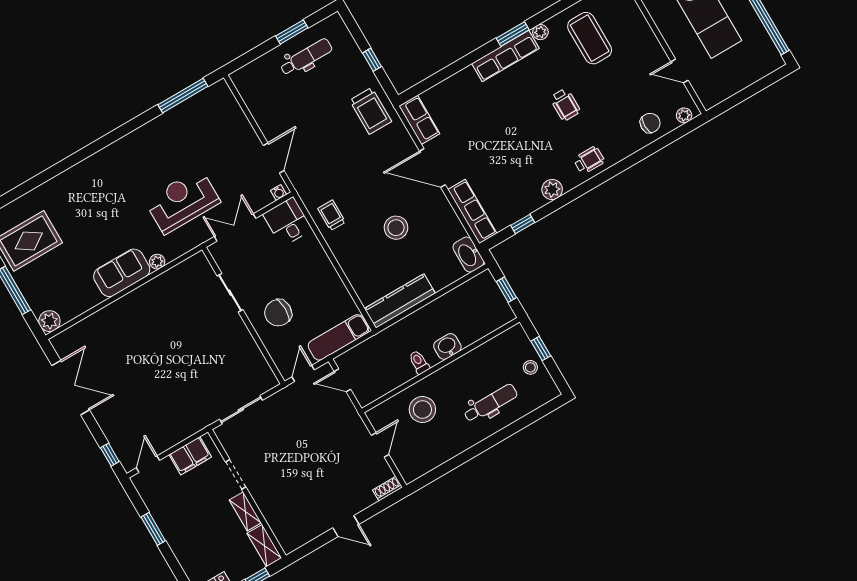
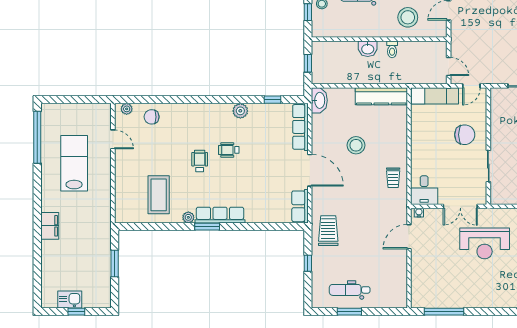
wheelchair: (589, 160) -> (229, 150), moved

